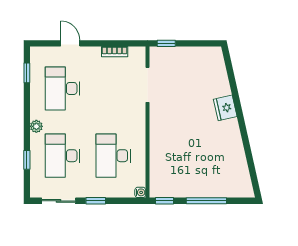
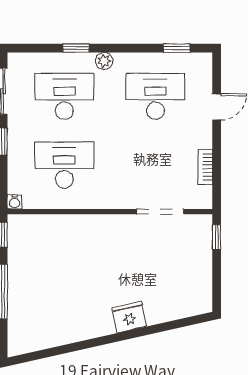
window: (27, 160) -> (76, 48), moved

